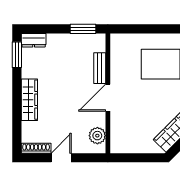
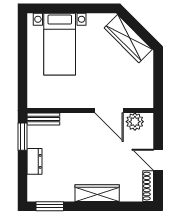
dresser: (34, 40) -> (34, 161), moved
bench: (100, 68) -> (43, 119), moved
door: (108, 98) -> (109, 110), moved

